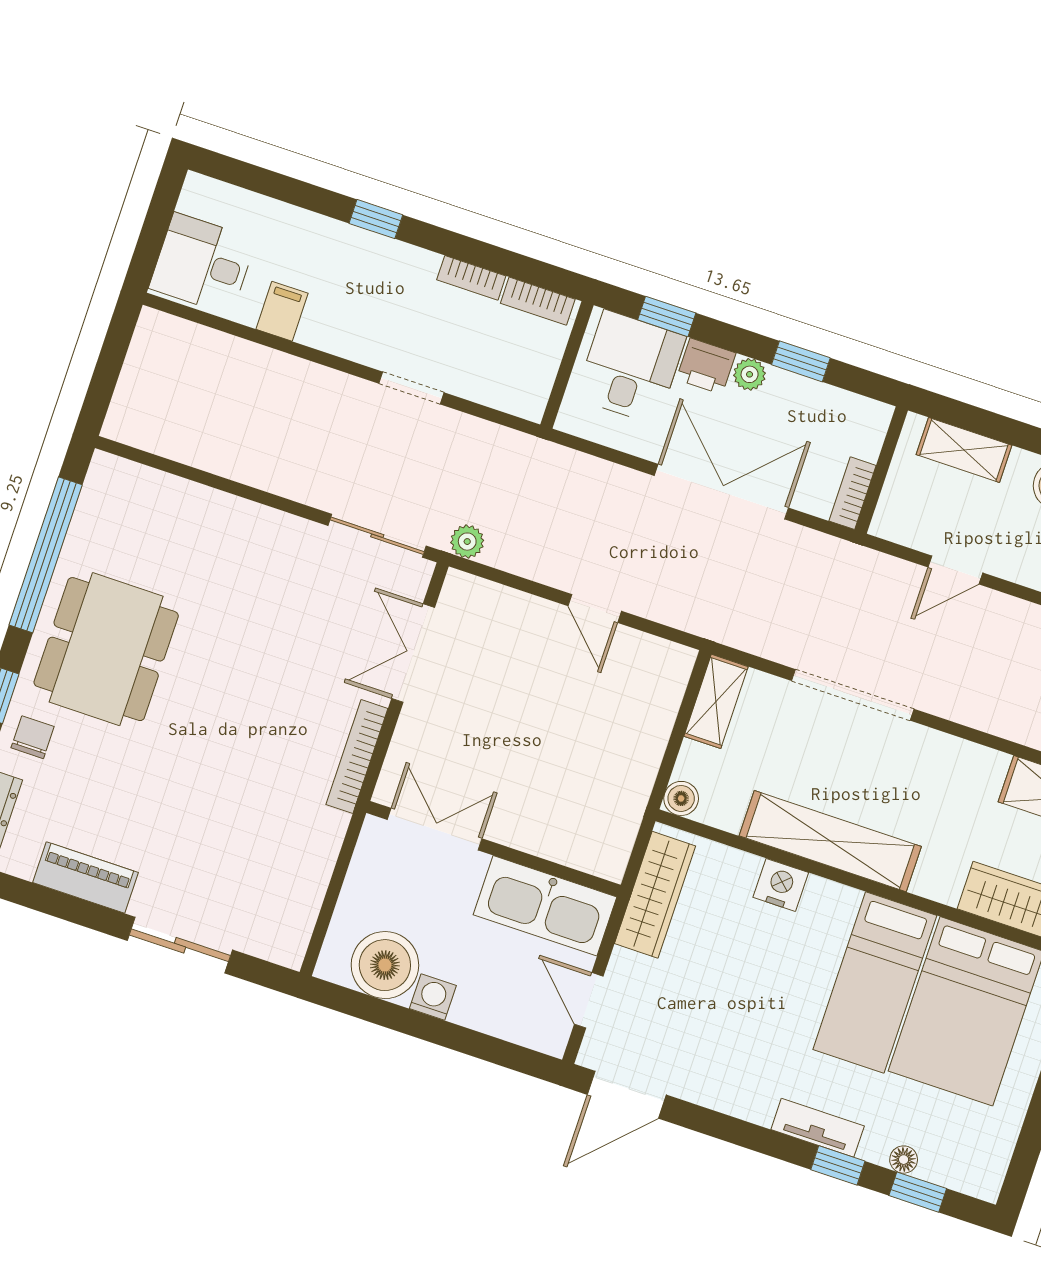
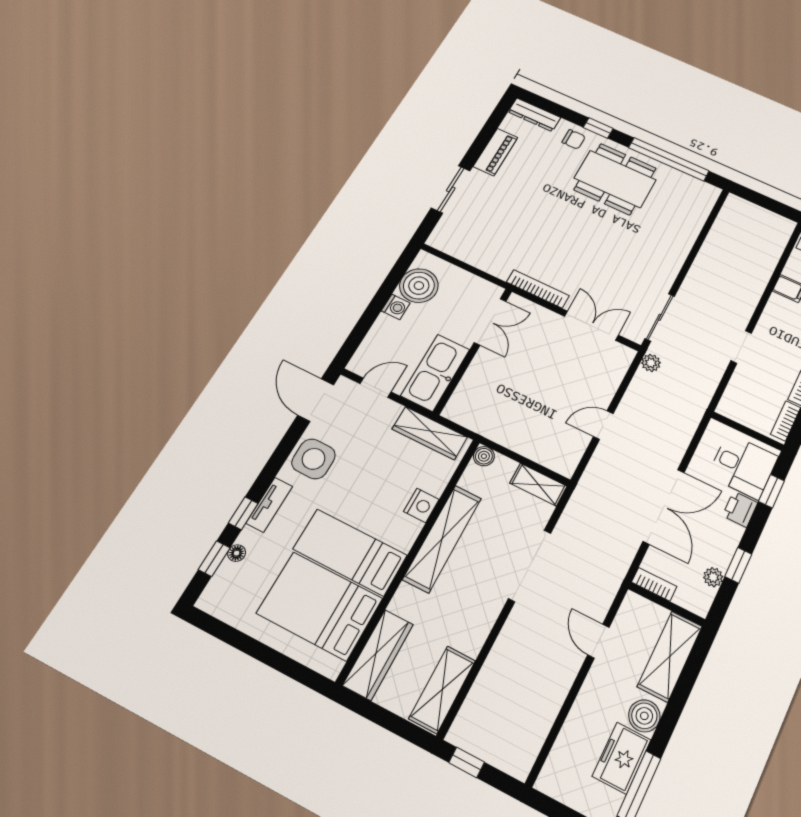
plant: (750, 374) -> (713, 577), moved
shelving: (964, 450) -> (670, 656), width x1.50, depth x1.33
side table: (730, 1075) -> (314, 459), added

